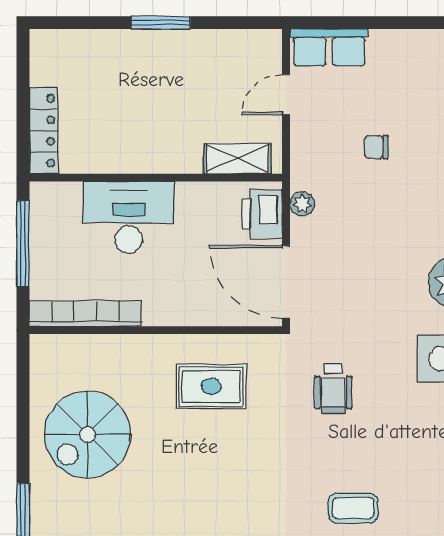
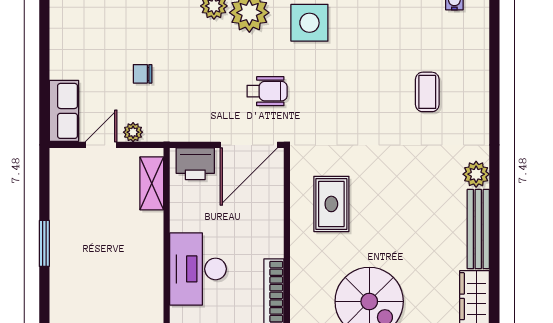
door: (286, 95) -> (101, 145), swing flipped
chair: (376, 147) -> (143, 74), turned 90
plant: (302, 204) -> (133, 132), moved
wheelchair: (333, 388) -> (267, 91), moved

